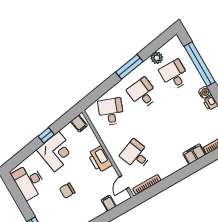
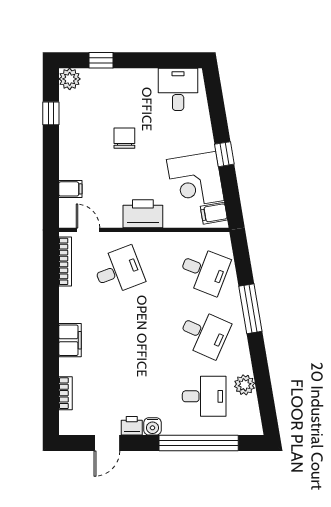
window: (129, 67) -> (250, 309), moved
desk: (143, 93) -> (204, 334), turned 30
corner desk: (57, 152) -> (195, 180), moved
filing cabinet: (194, 154) -> (70, 340), moved
desk: (29, 181) -> (178, 89), width x0.73

